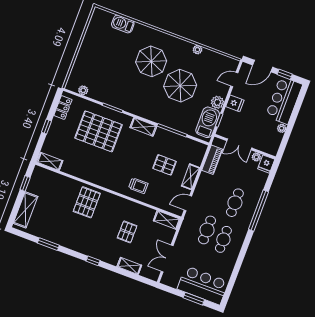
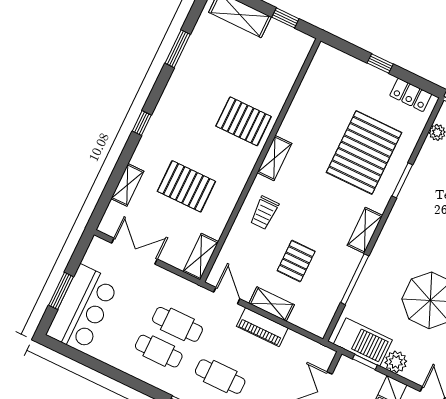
piano: (212, 160) -> (262, 327), moved
shelving: (50, 161) -> (275, 158), moved
pallet: (127, 232) -> (186, 186), width x1.50, depth x1.42

